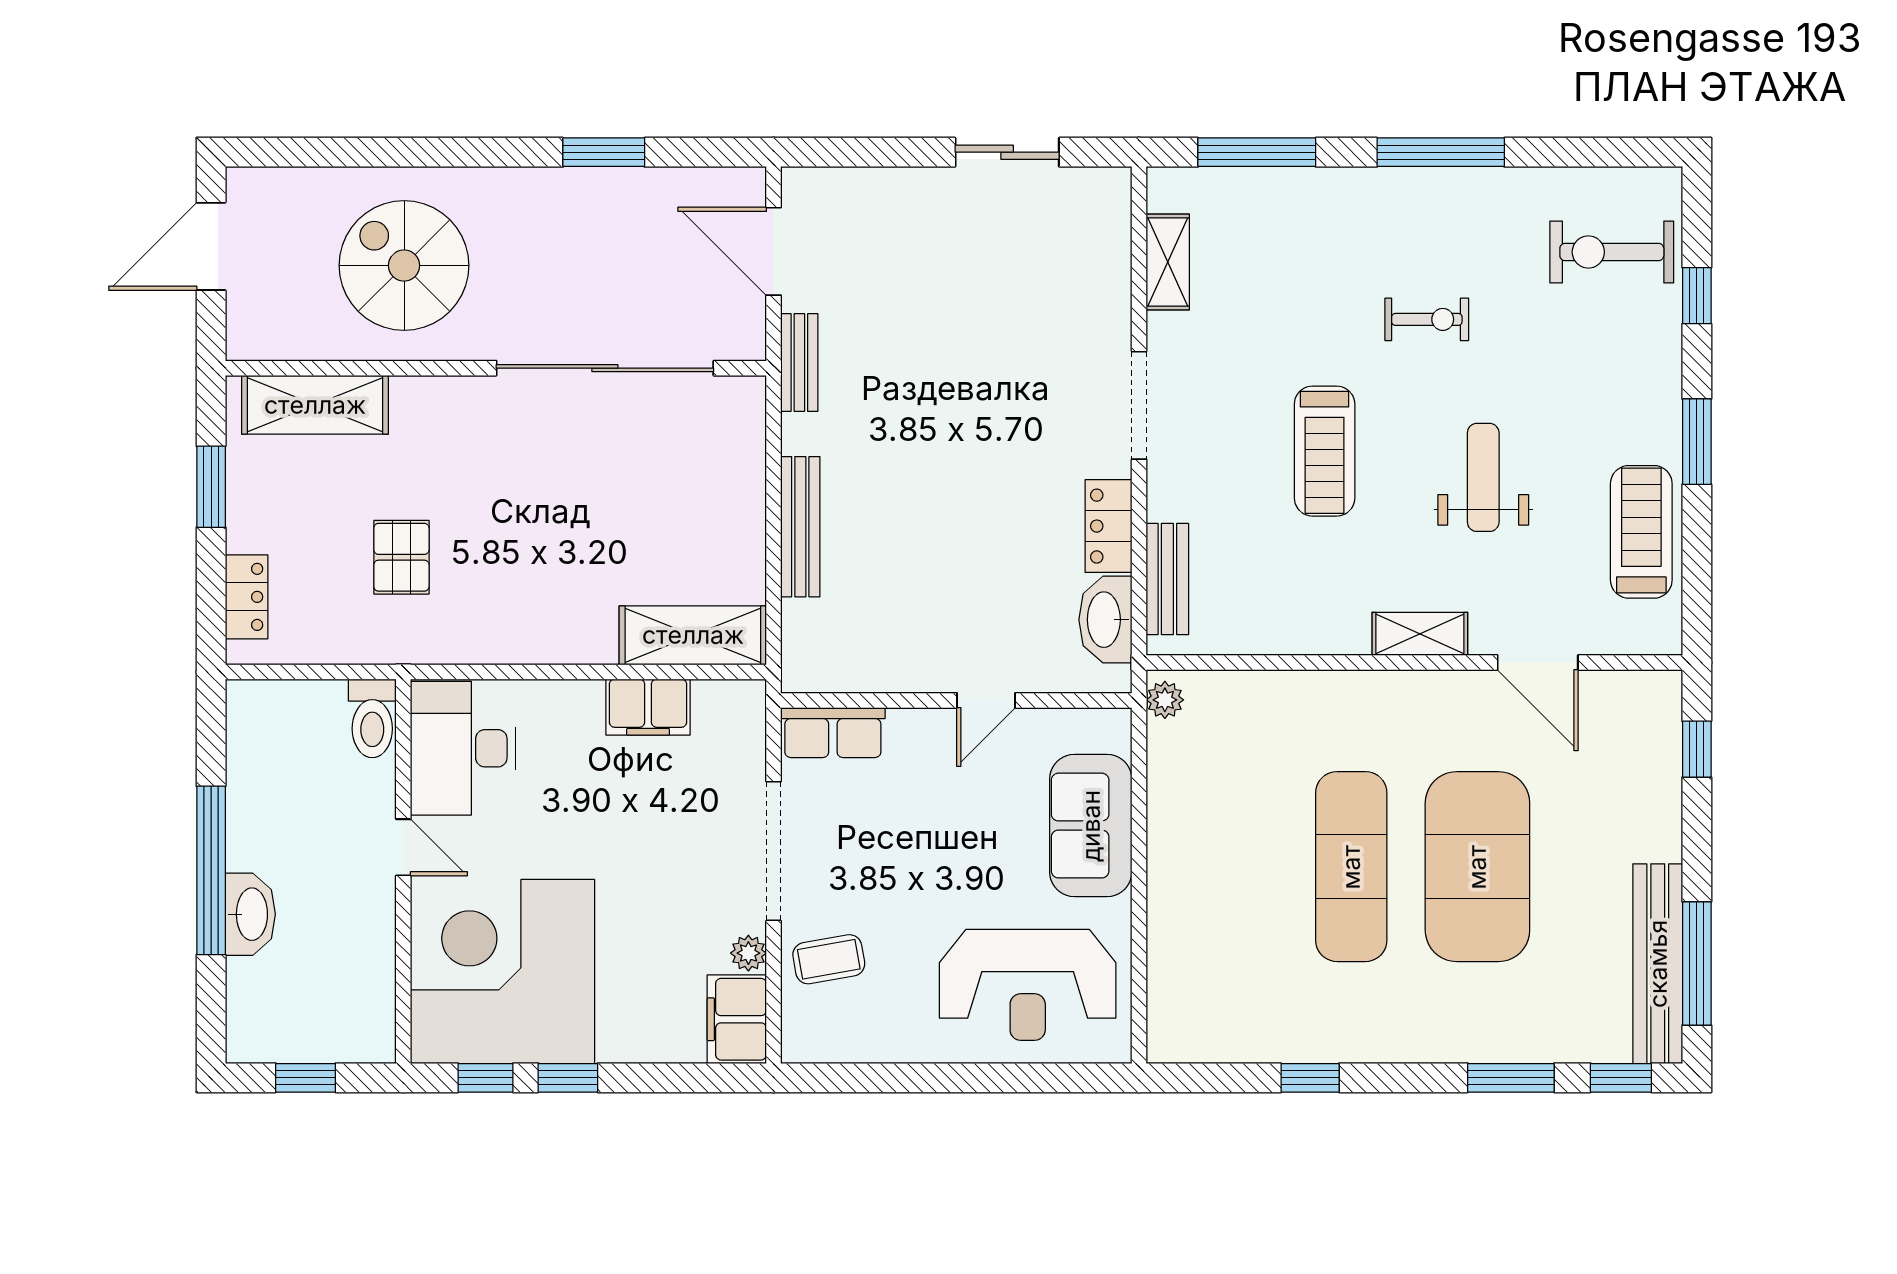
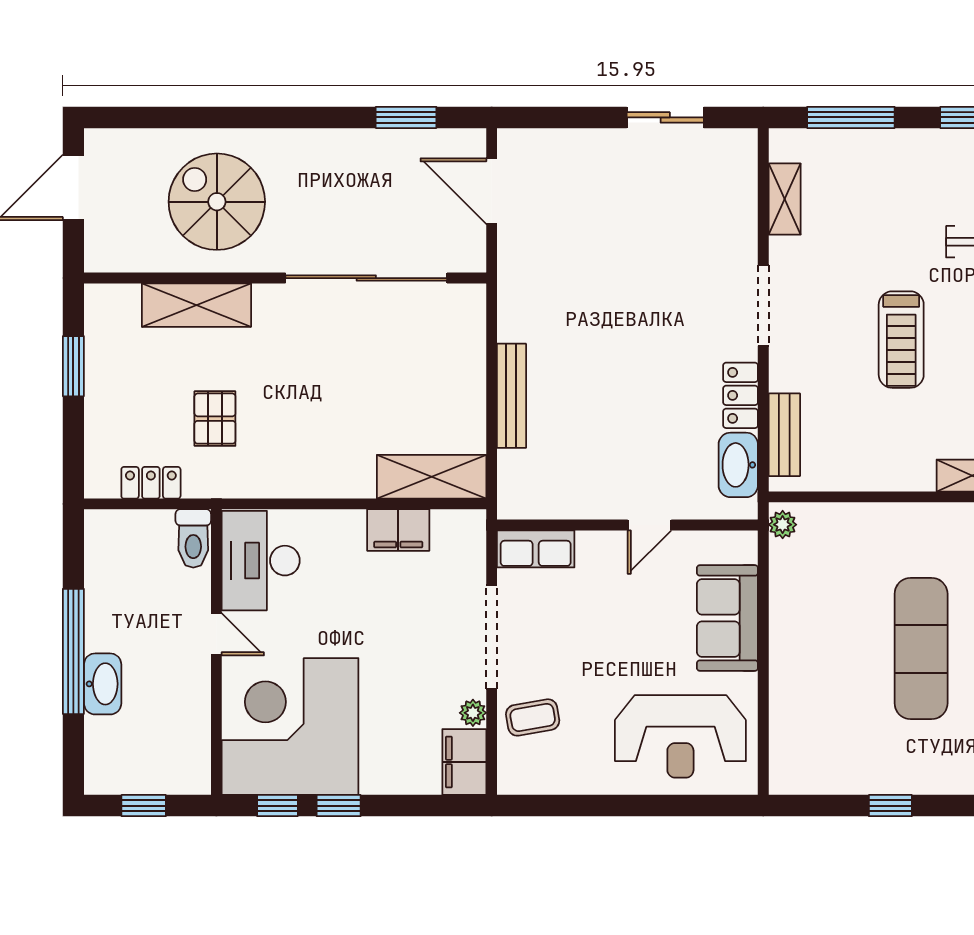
window: (604, 152) -> (406, 117), moved
bench: (799, 363) -> (511, 274), removed
shelving: (315, 405) -> (196, 305), moved
locker: (247, 597) -> (151, 483), moved, turned -90

